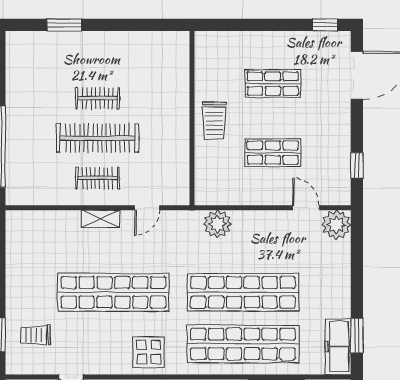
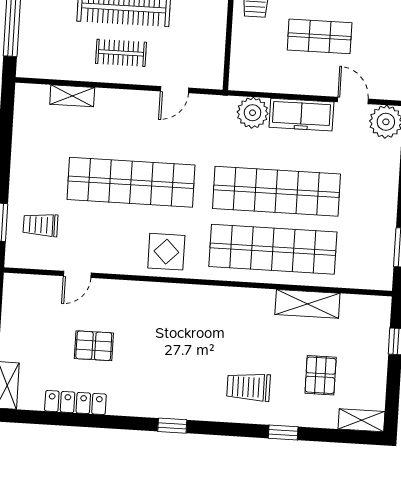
shelving: (101, 219) -> (72, 96), moved
freezer: (338, 347) -> (301, 115), moved, turned -90

